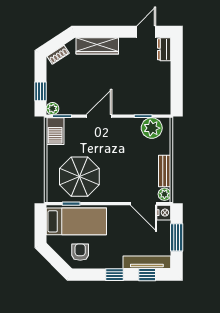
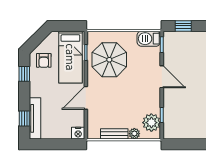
plant: (53, 109) -> (168, 36), removed
plant: (164, 194) -> (134, 134), moved
door: (144, 204) -> (86, 98), moved
window: (177, 237) -> (57, 144), removed
armchair: (80, 252) -> (44, 60), turned 90
window: (114, 275) -> (24, 74), moved

